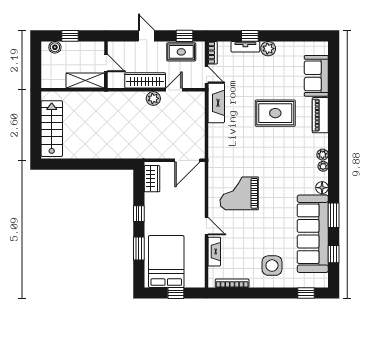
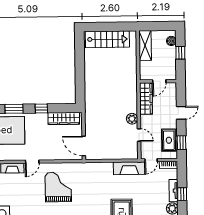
wardrobe: (145, 80) -> (146, 99), moved
shelving: (85, 81) -> (145, 45), moved
wardrobe: (152, 179) -> (64, 119), width x1.50

